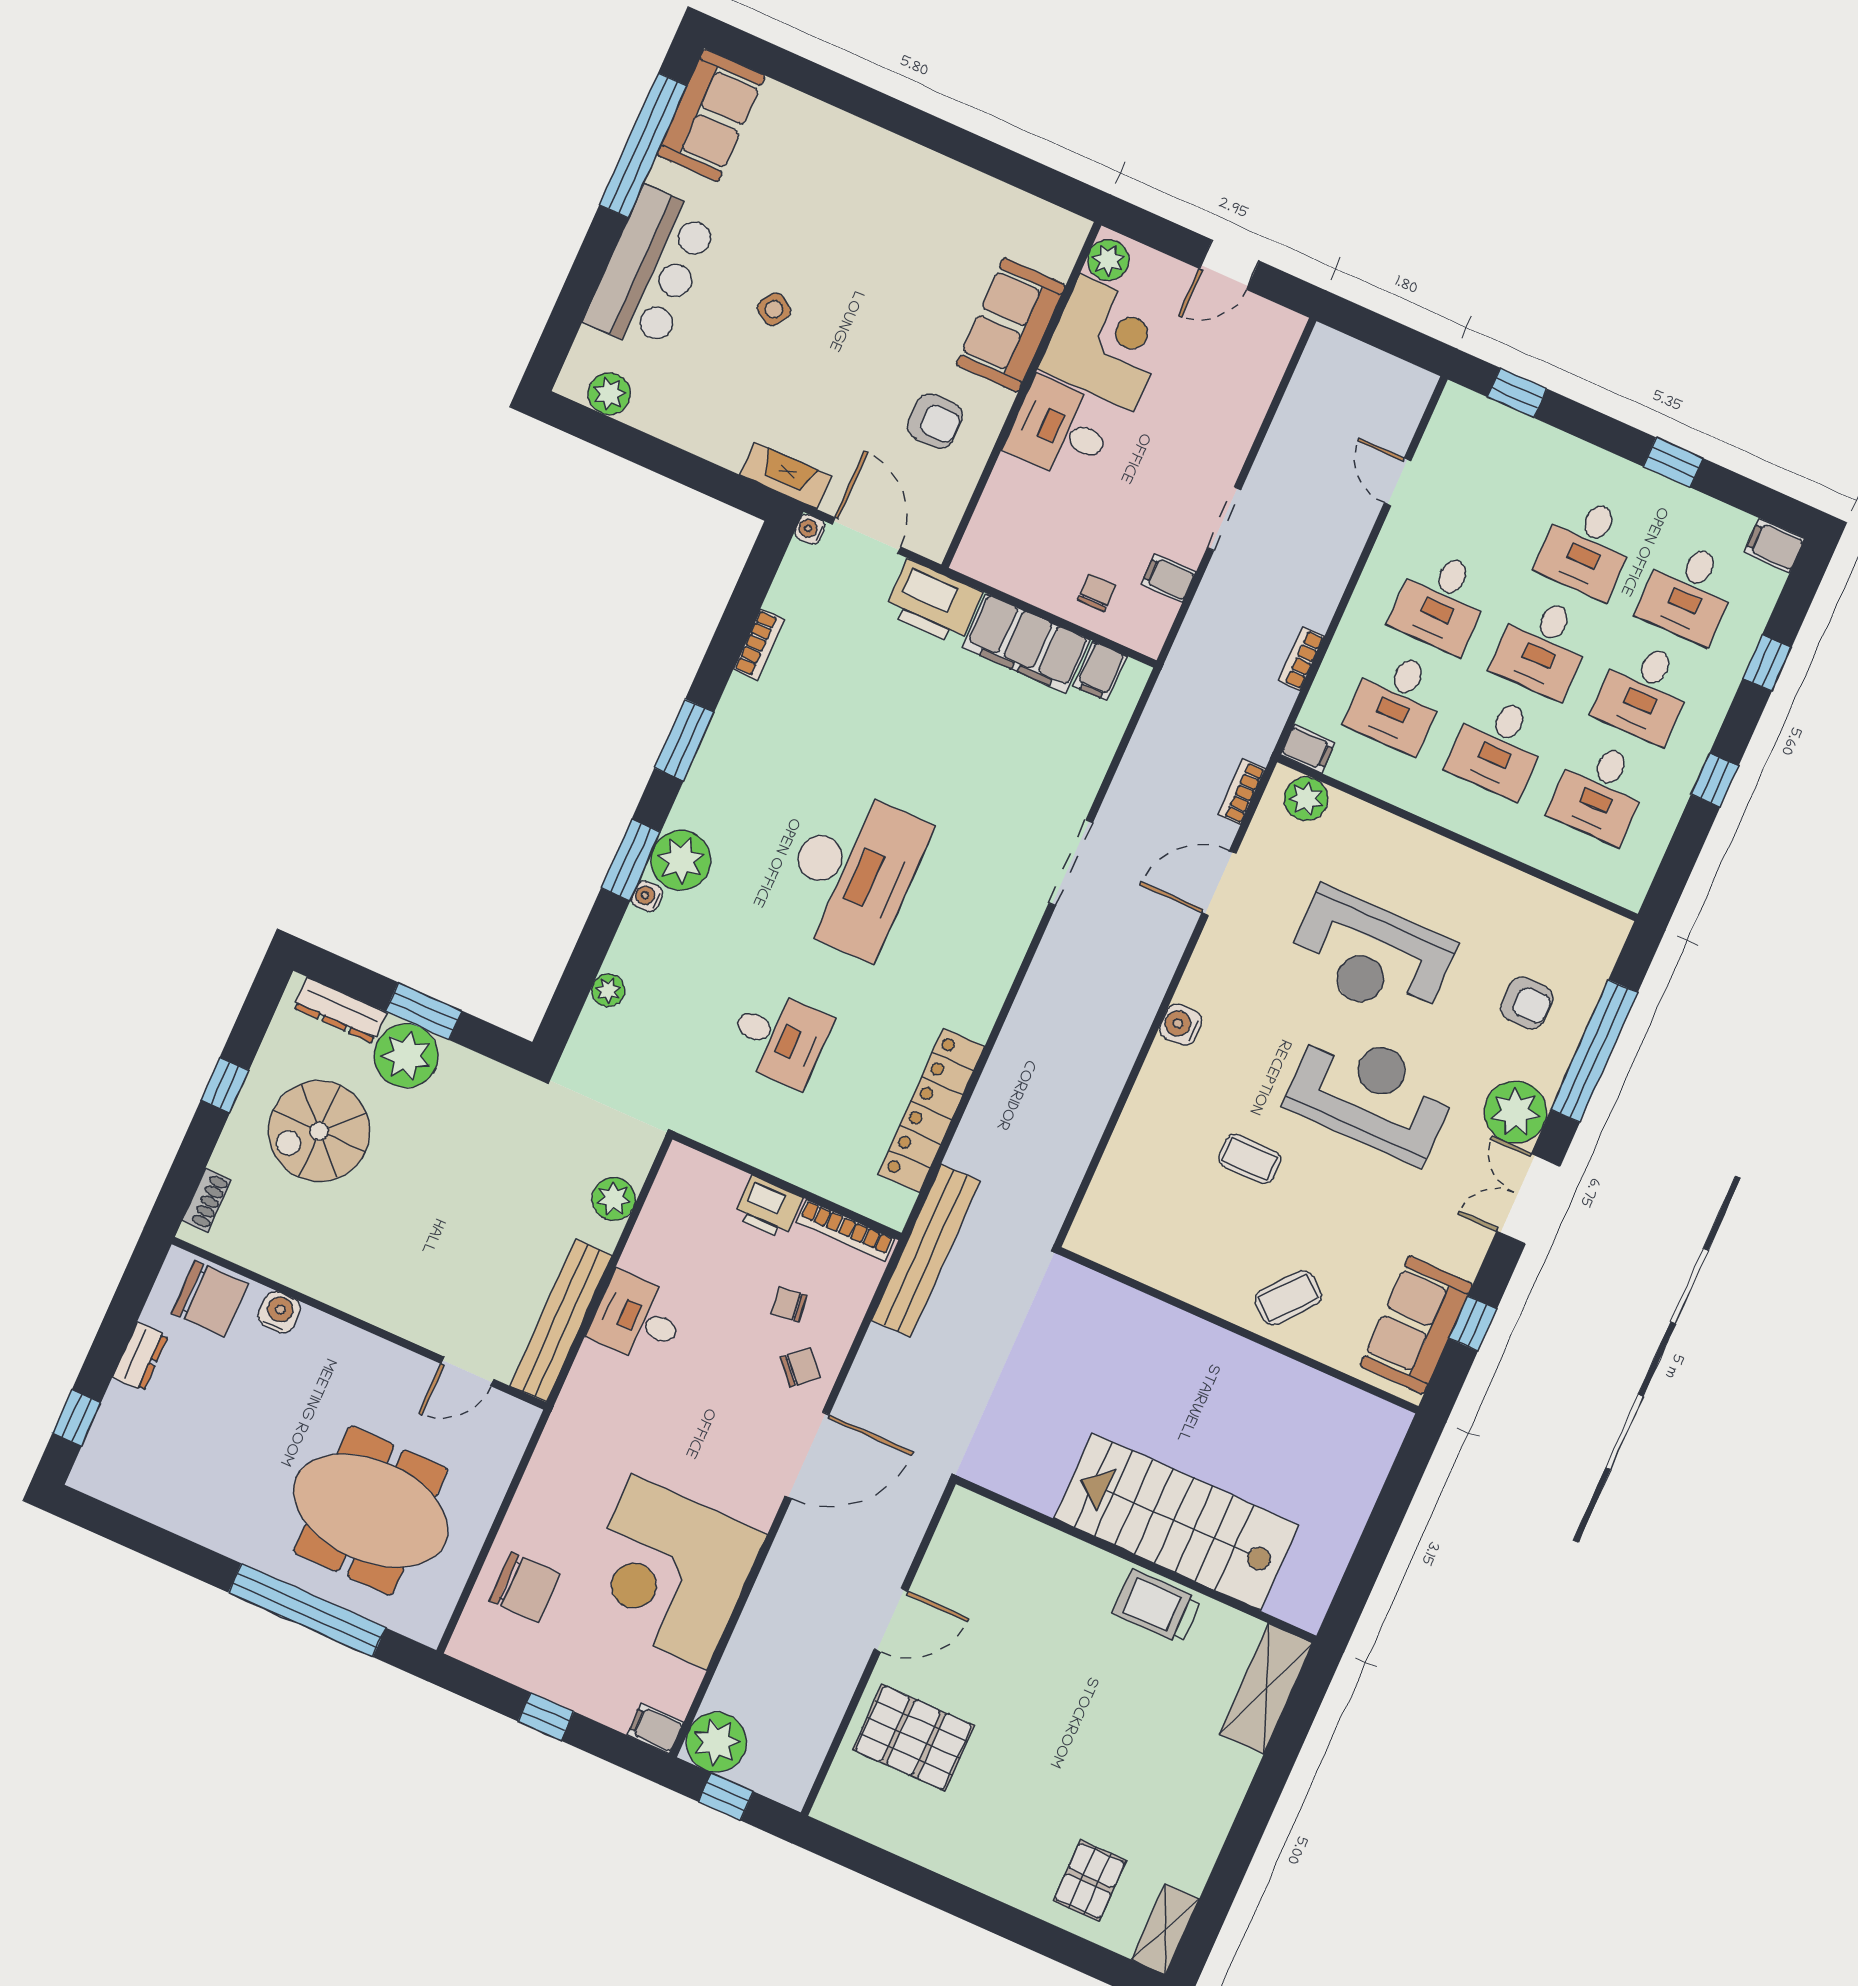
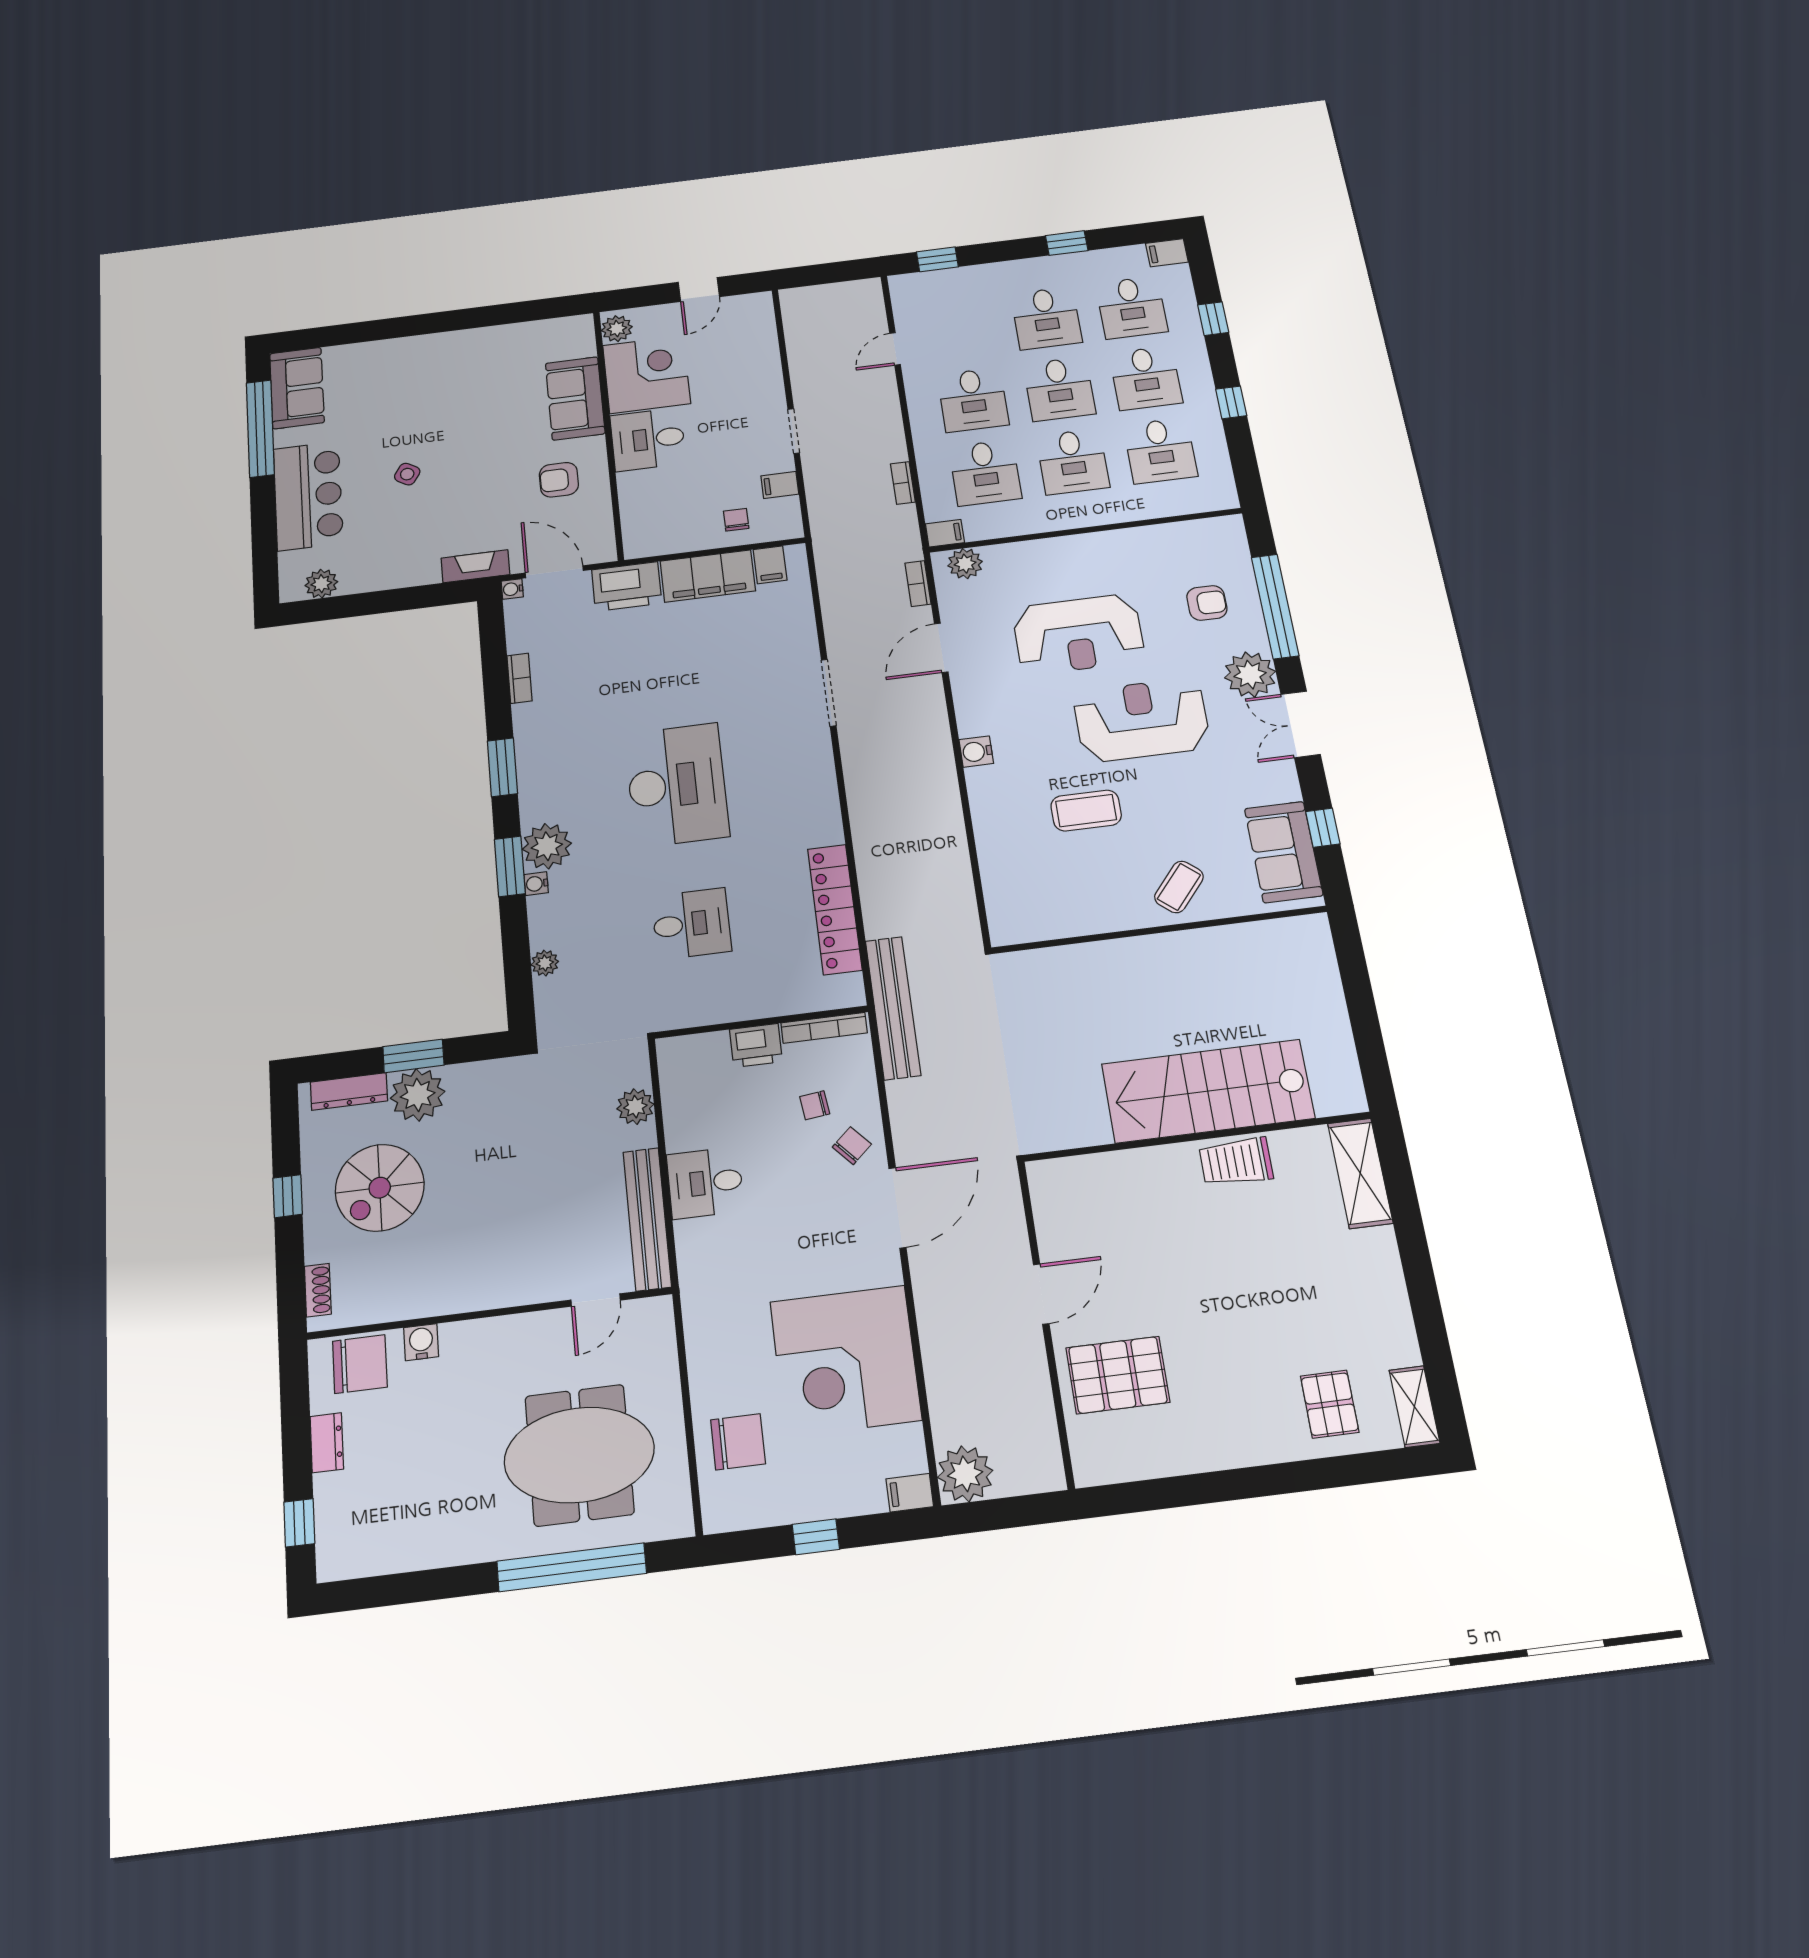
armchair: (935, 421) -> (559, 480), turned 180
door: (1398, 482) -> (895, 349), hinge flipped
coffee table: (1250, 1159) -> (1086, 811), width x1.36, depth x1.30
window: (726, 1797) -> (1000, 1514), removed

